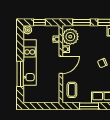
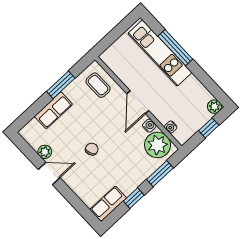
kitchen unit: (30, 63) -> (160, 53), moved

